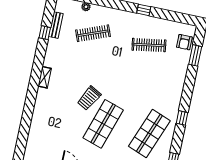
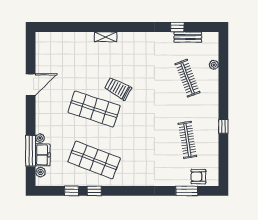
shelving: (45, 77) -> (106, 37), moved
window: (182, 118) -> (94, 191), moved

